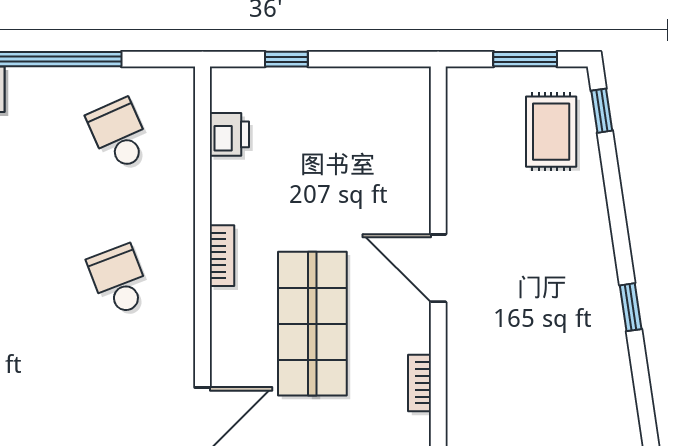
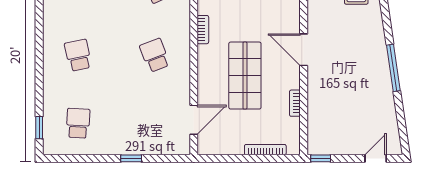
bookcase: (222, 256) -> (203, 30), moved
window: (631, 307) -> (393, 68), width x2.17

